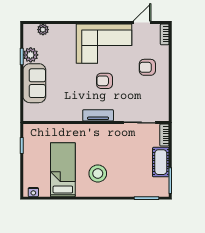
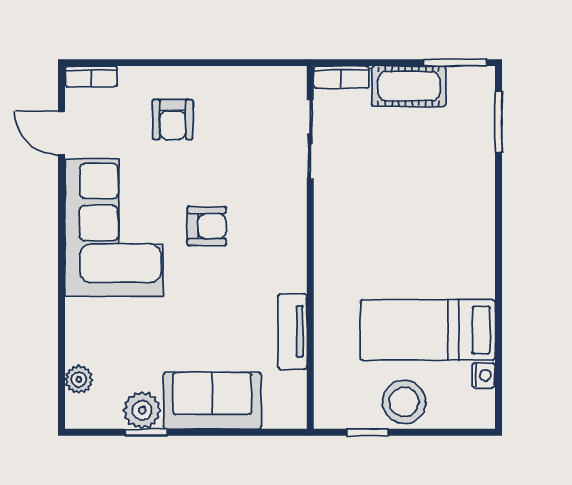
armchair: (105, 81) -> (207, 226), turned -90
tv unit: (98, 115) -> (293, 332), moved
stool: (98, 173) -> (404, 402), moved
nightstand: (33, 192) -> (484, 375), moved

